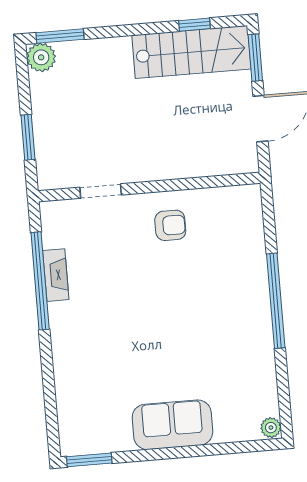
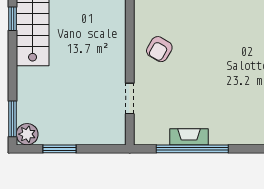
window: (28, 137) -> (59, 149), moved
armchair: (170, 225) -> (159, 49), turned -150

